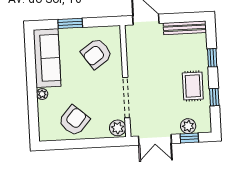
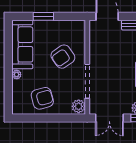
armchair: (96, 54) -> (63, 57), moved
armchair: (74, 121) -> (42, 98), turned 34

